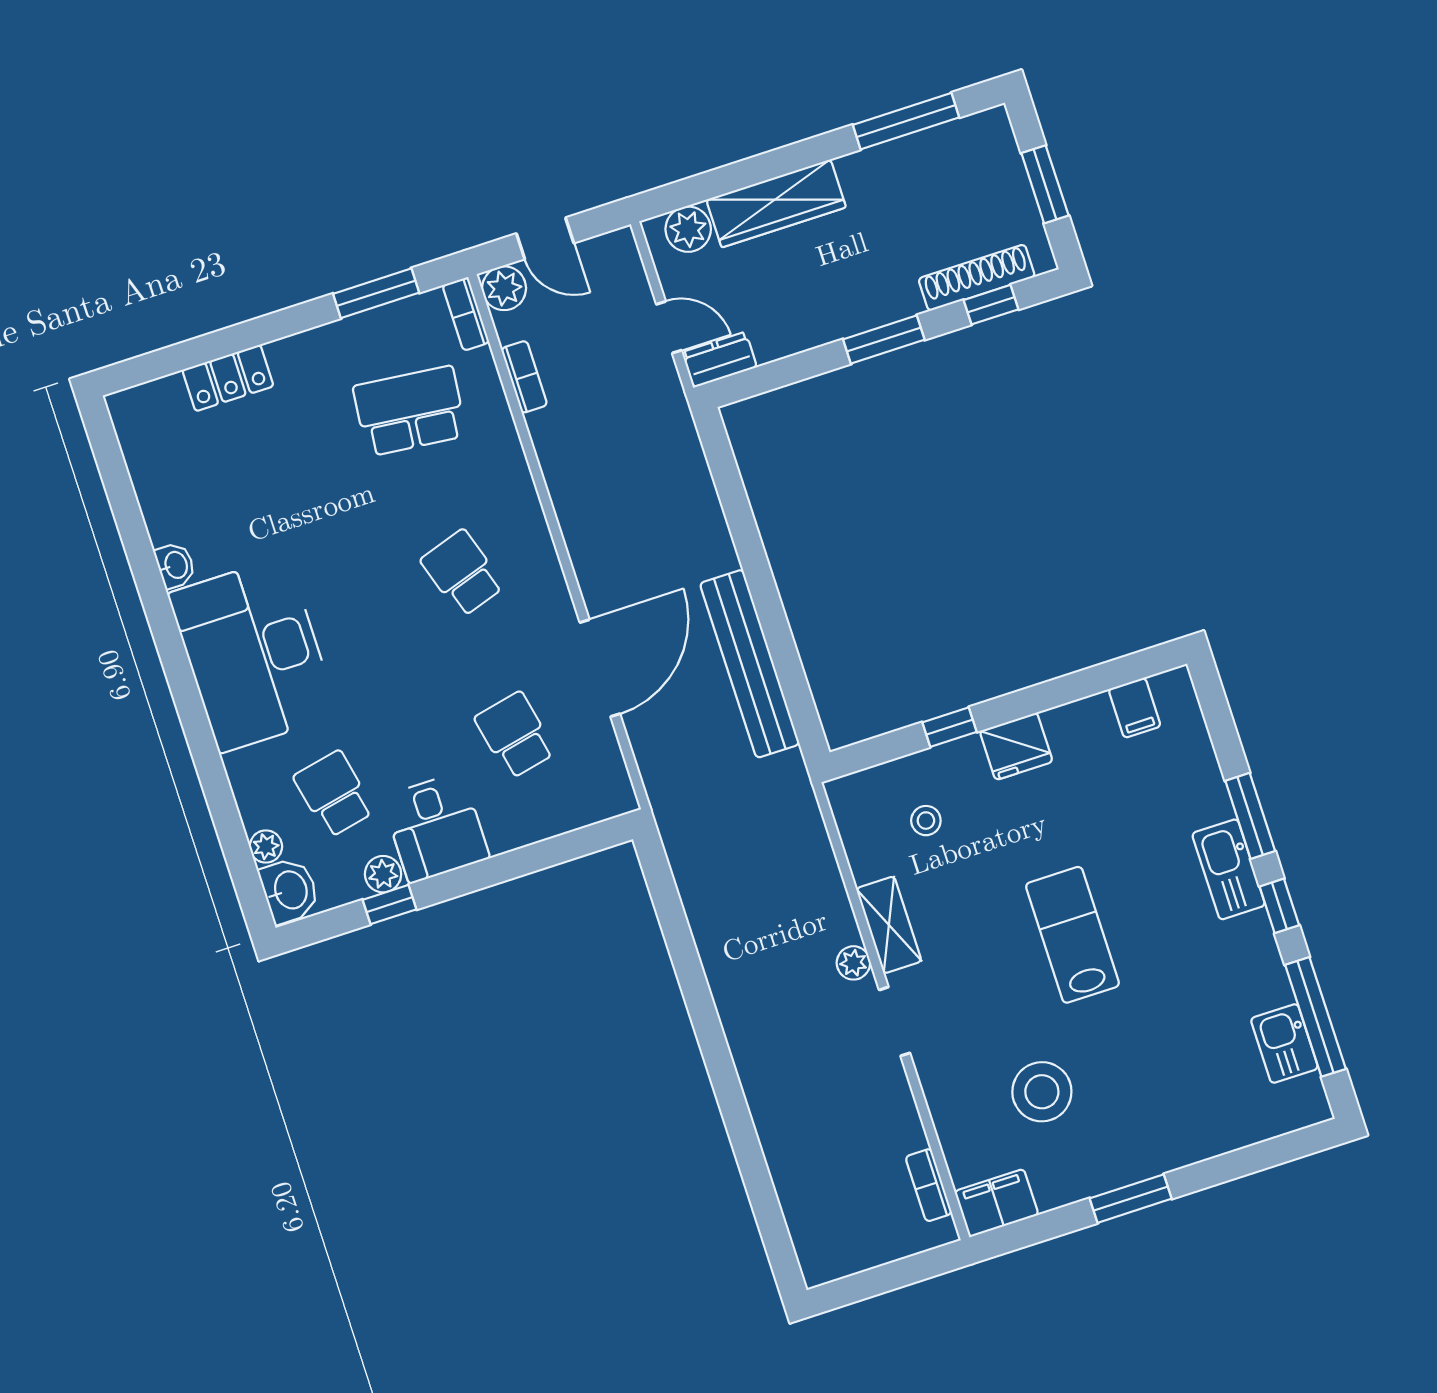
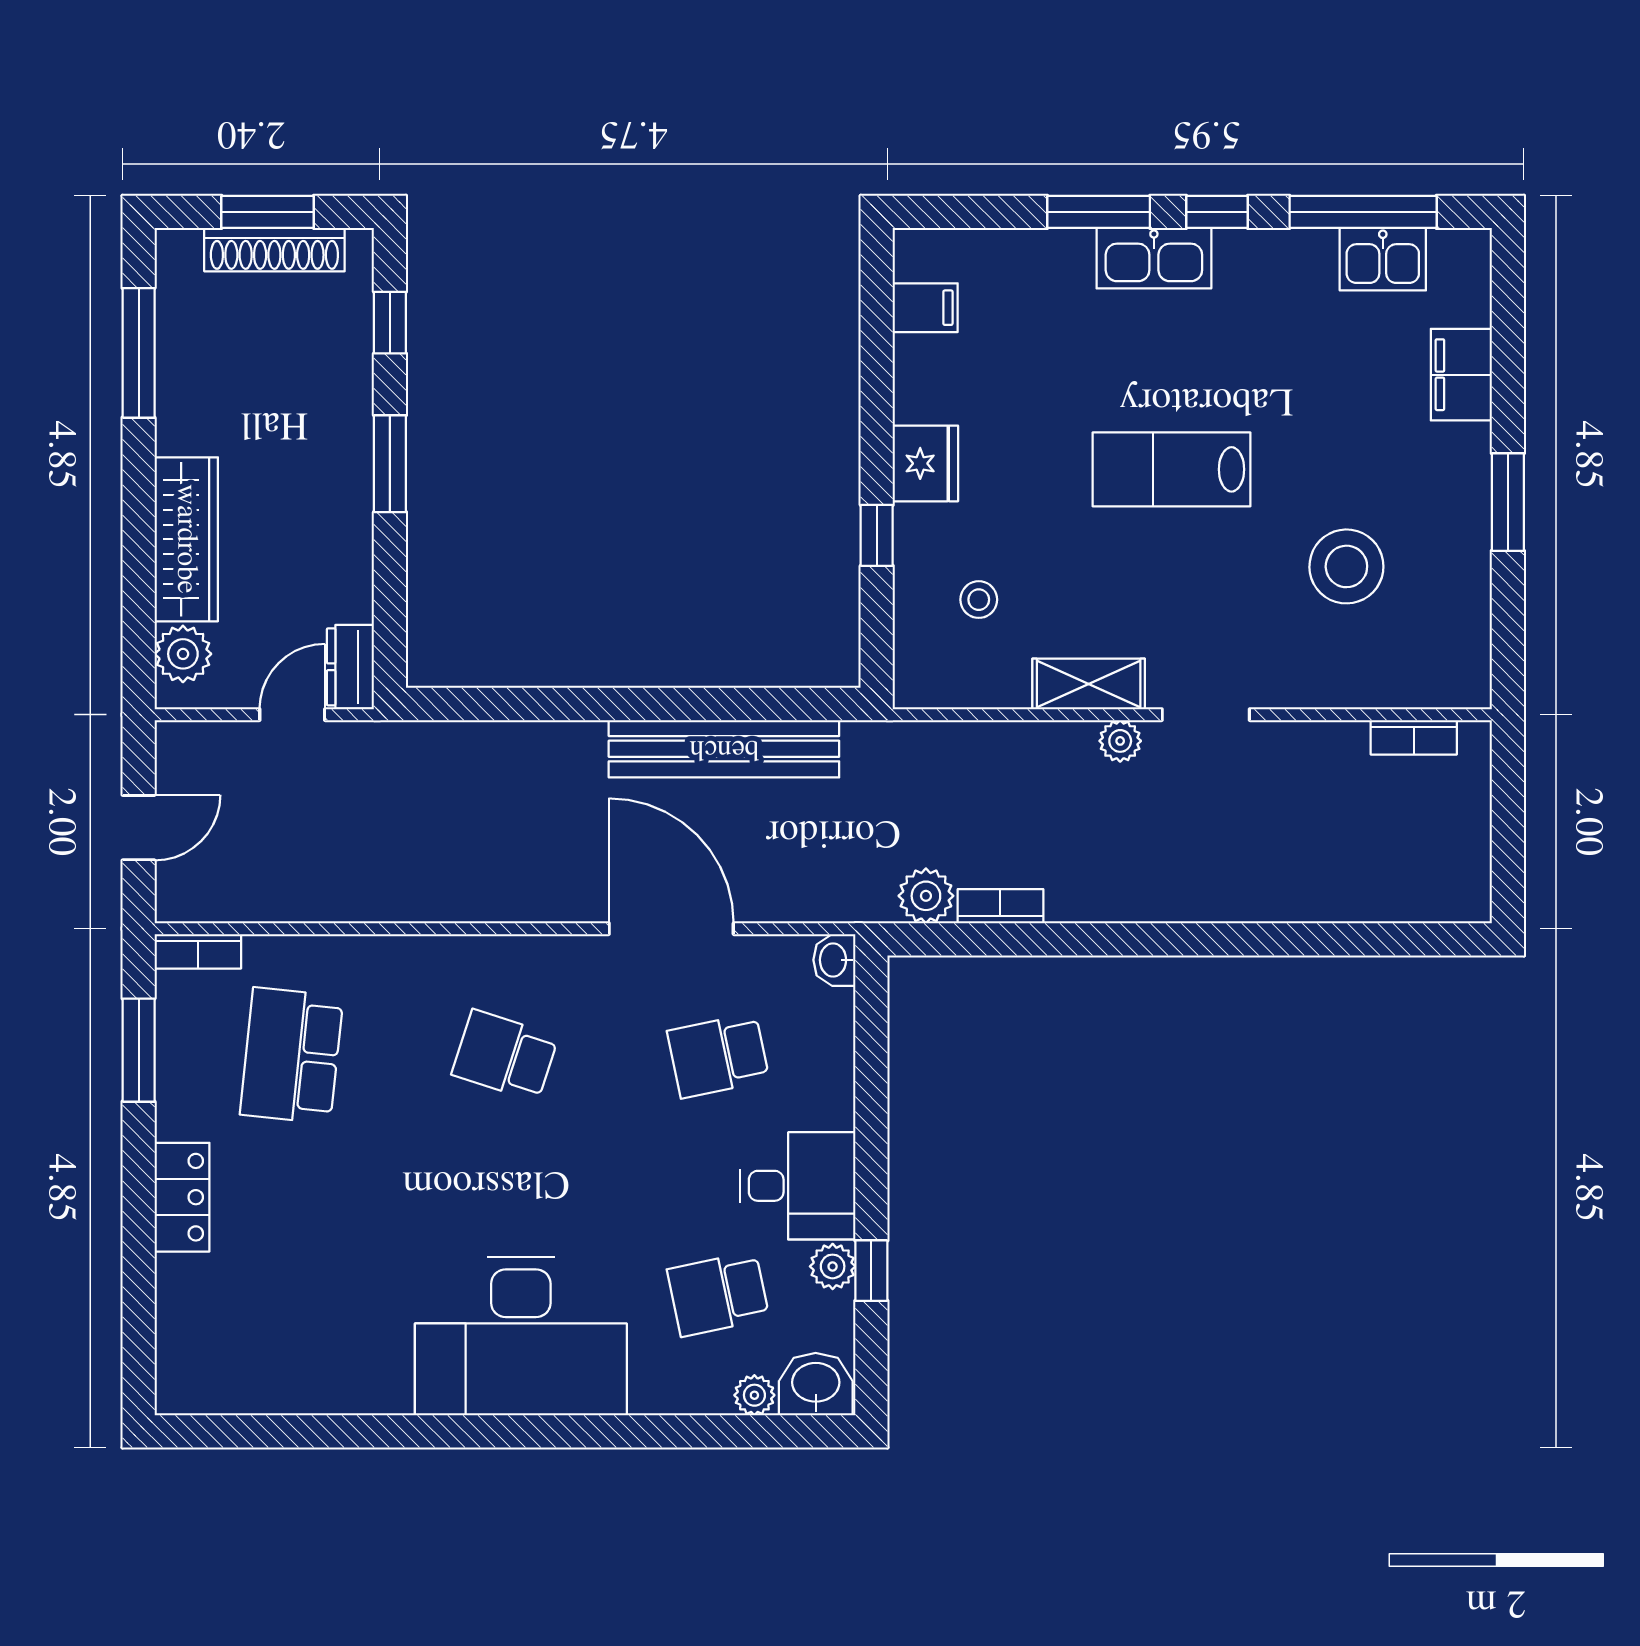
shoe rack: (977, 278) -> (274, 250), moved, turned -90
plant: (504, 288) -> (926, 896), moved
bookcase: (524, 377) -> (1000, 906), moved
locker: (228, 378) -> (182, 1197), moved
washbasin: (175, 565) -> (834, 960), moved, turned -90
school desk: (462, 573) -> (505, 1056), turned 36
filing cabinet: (996, 1203) -> (1461, 375), moved

